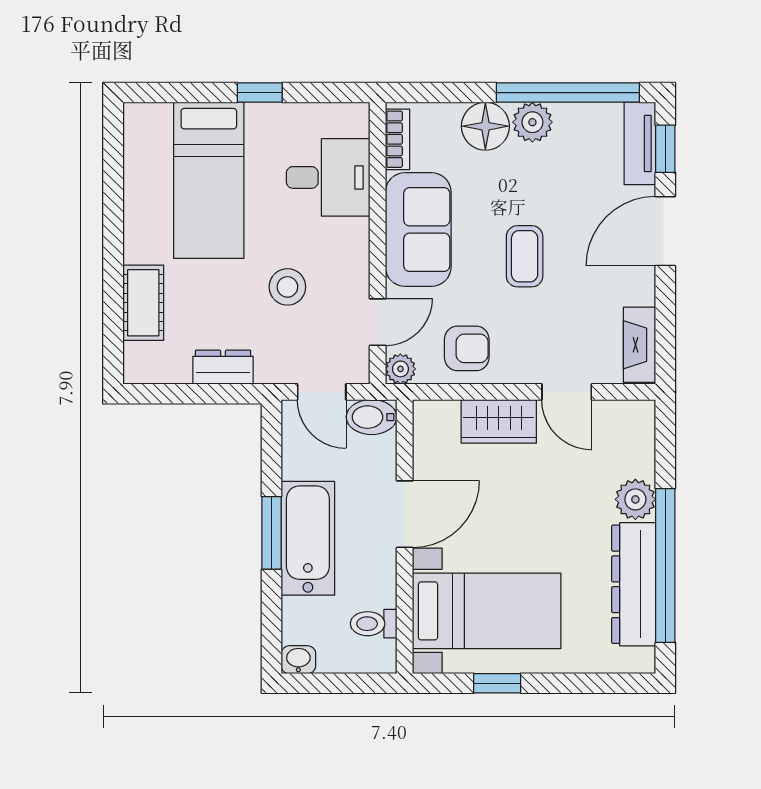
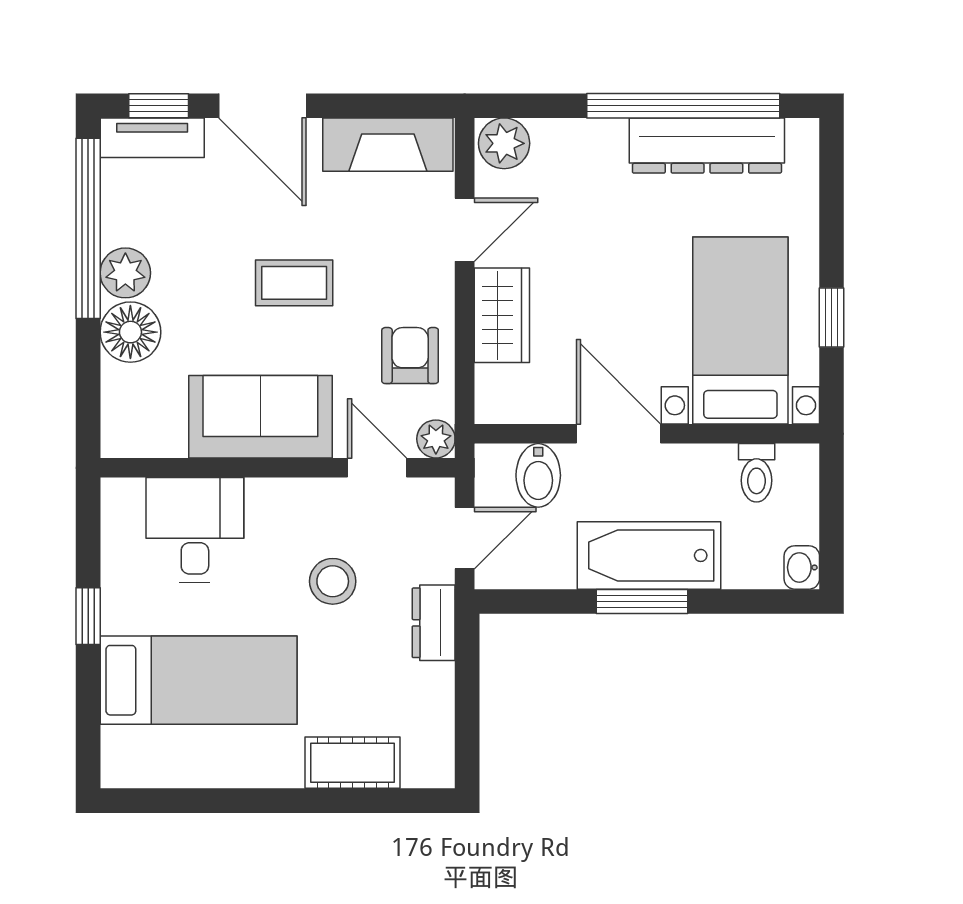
bookcase: (397, 139) -> (147, 443), removed
fireplace: (639, 345) -> (388, 145), width x1.37, depth x1.32
dresser: (223, 367) -> (434, 623), moved
bidet: (372, 417) -> (538, 475), moved
plant: (635, 499) -> (504, 143), moved

